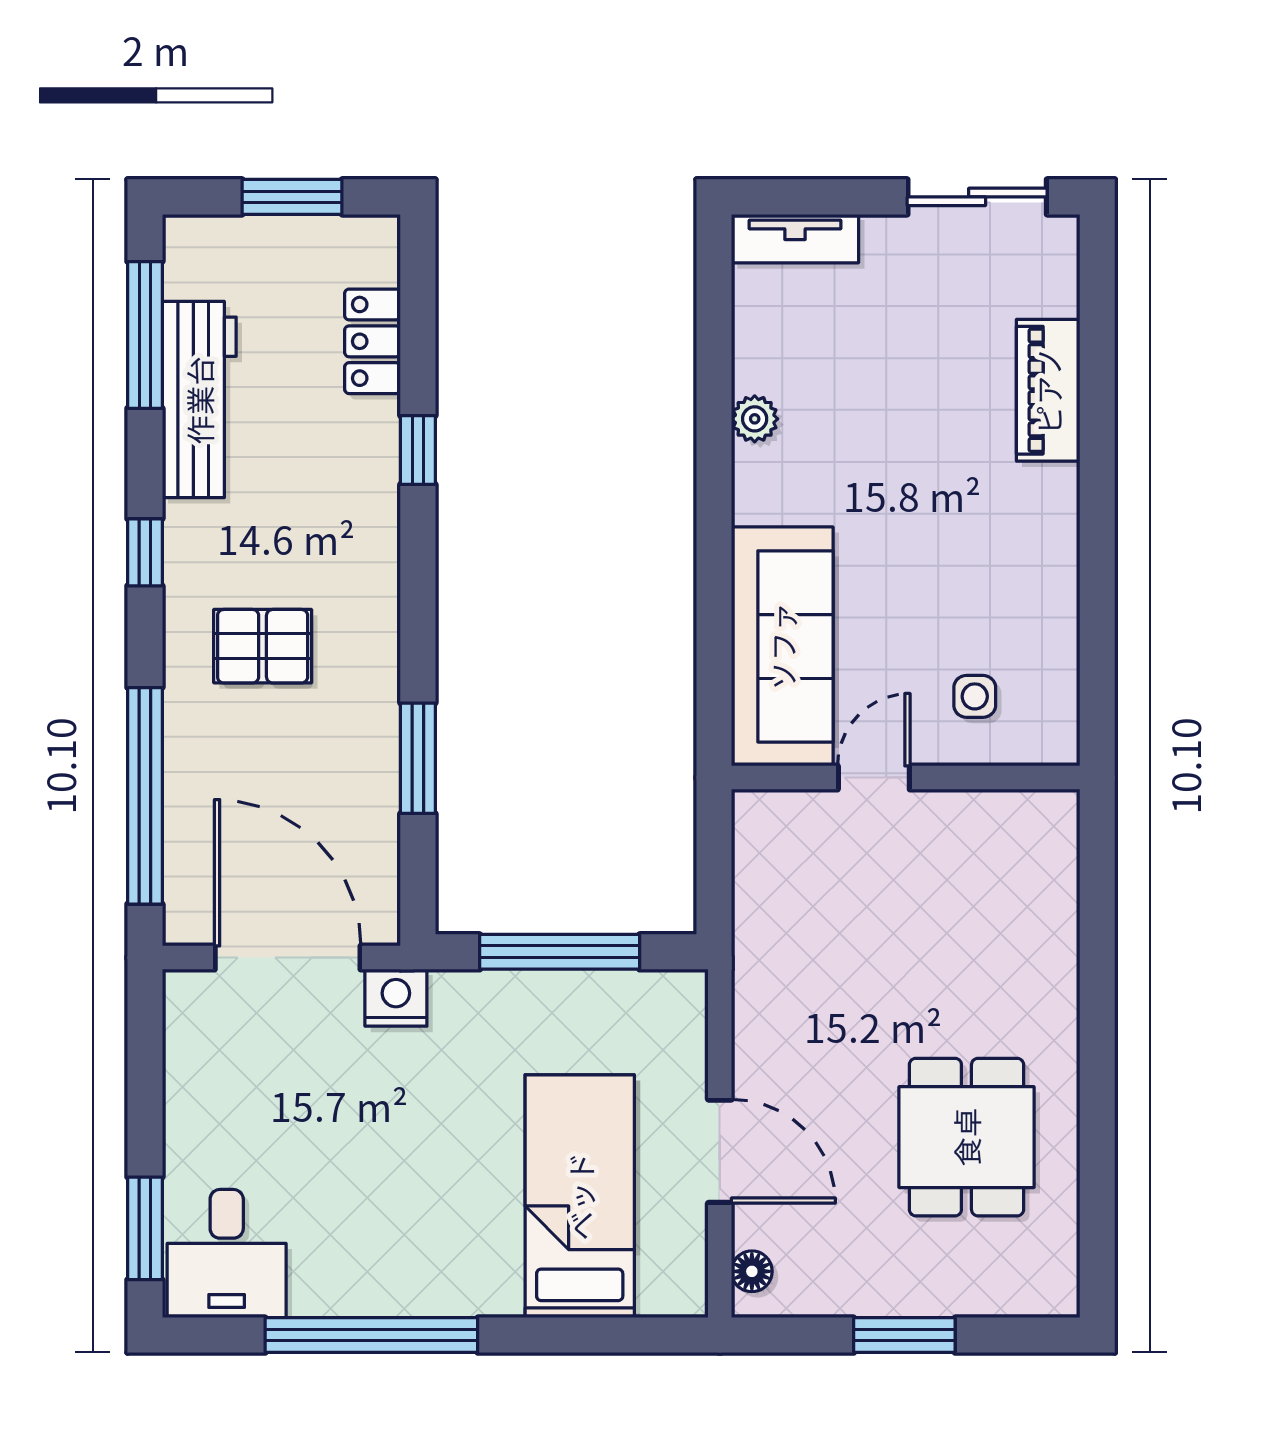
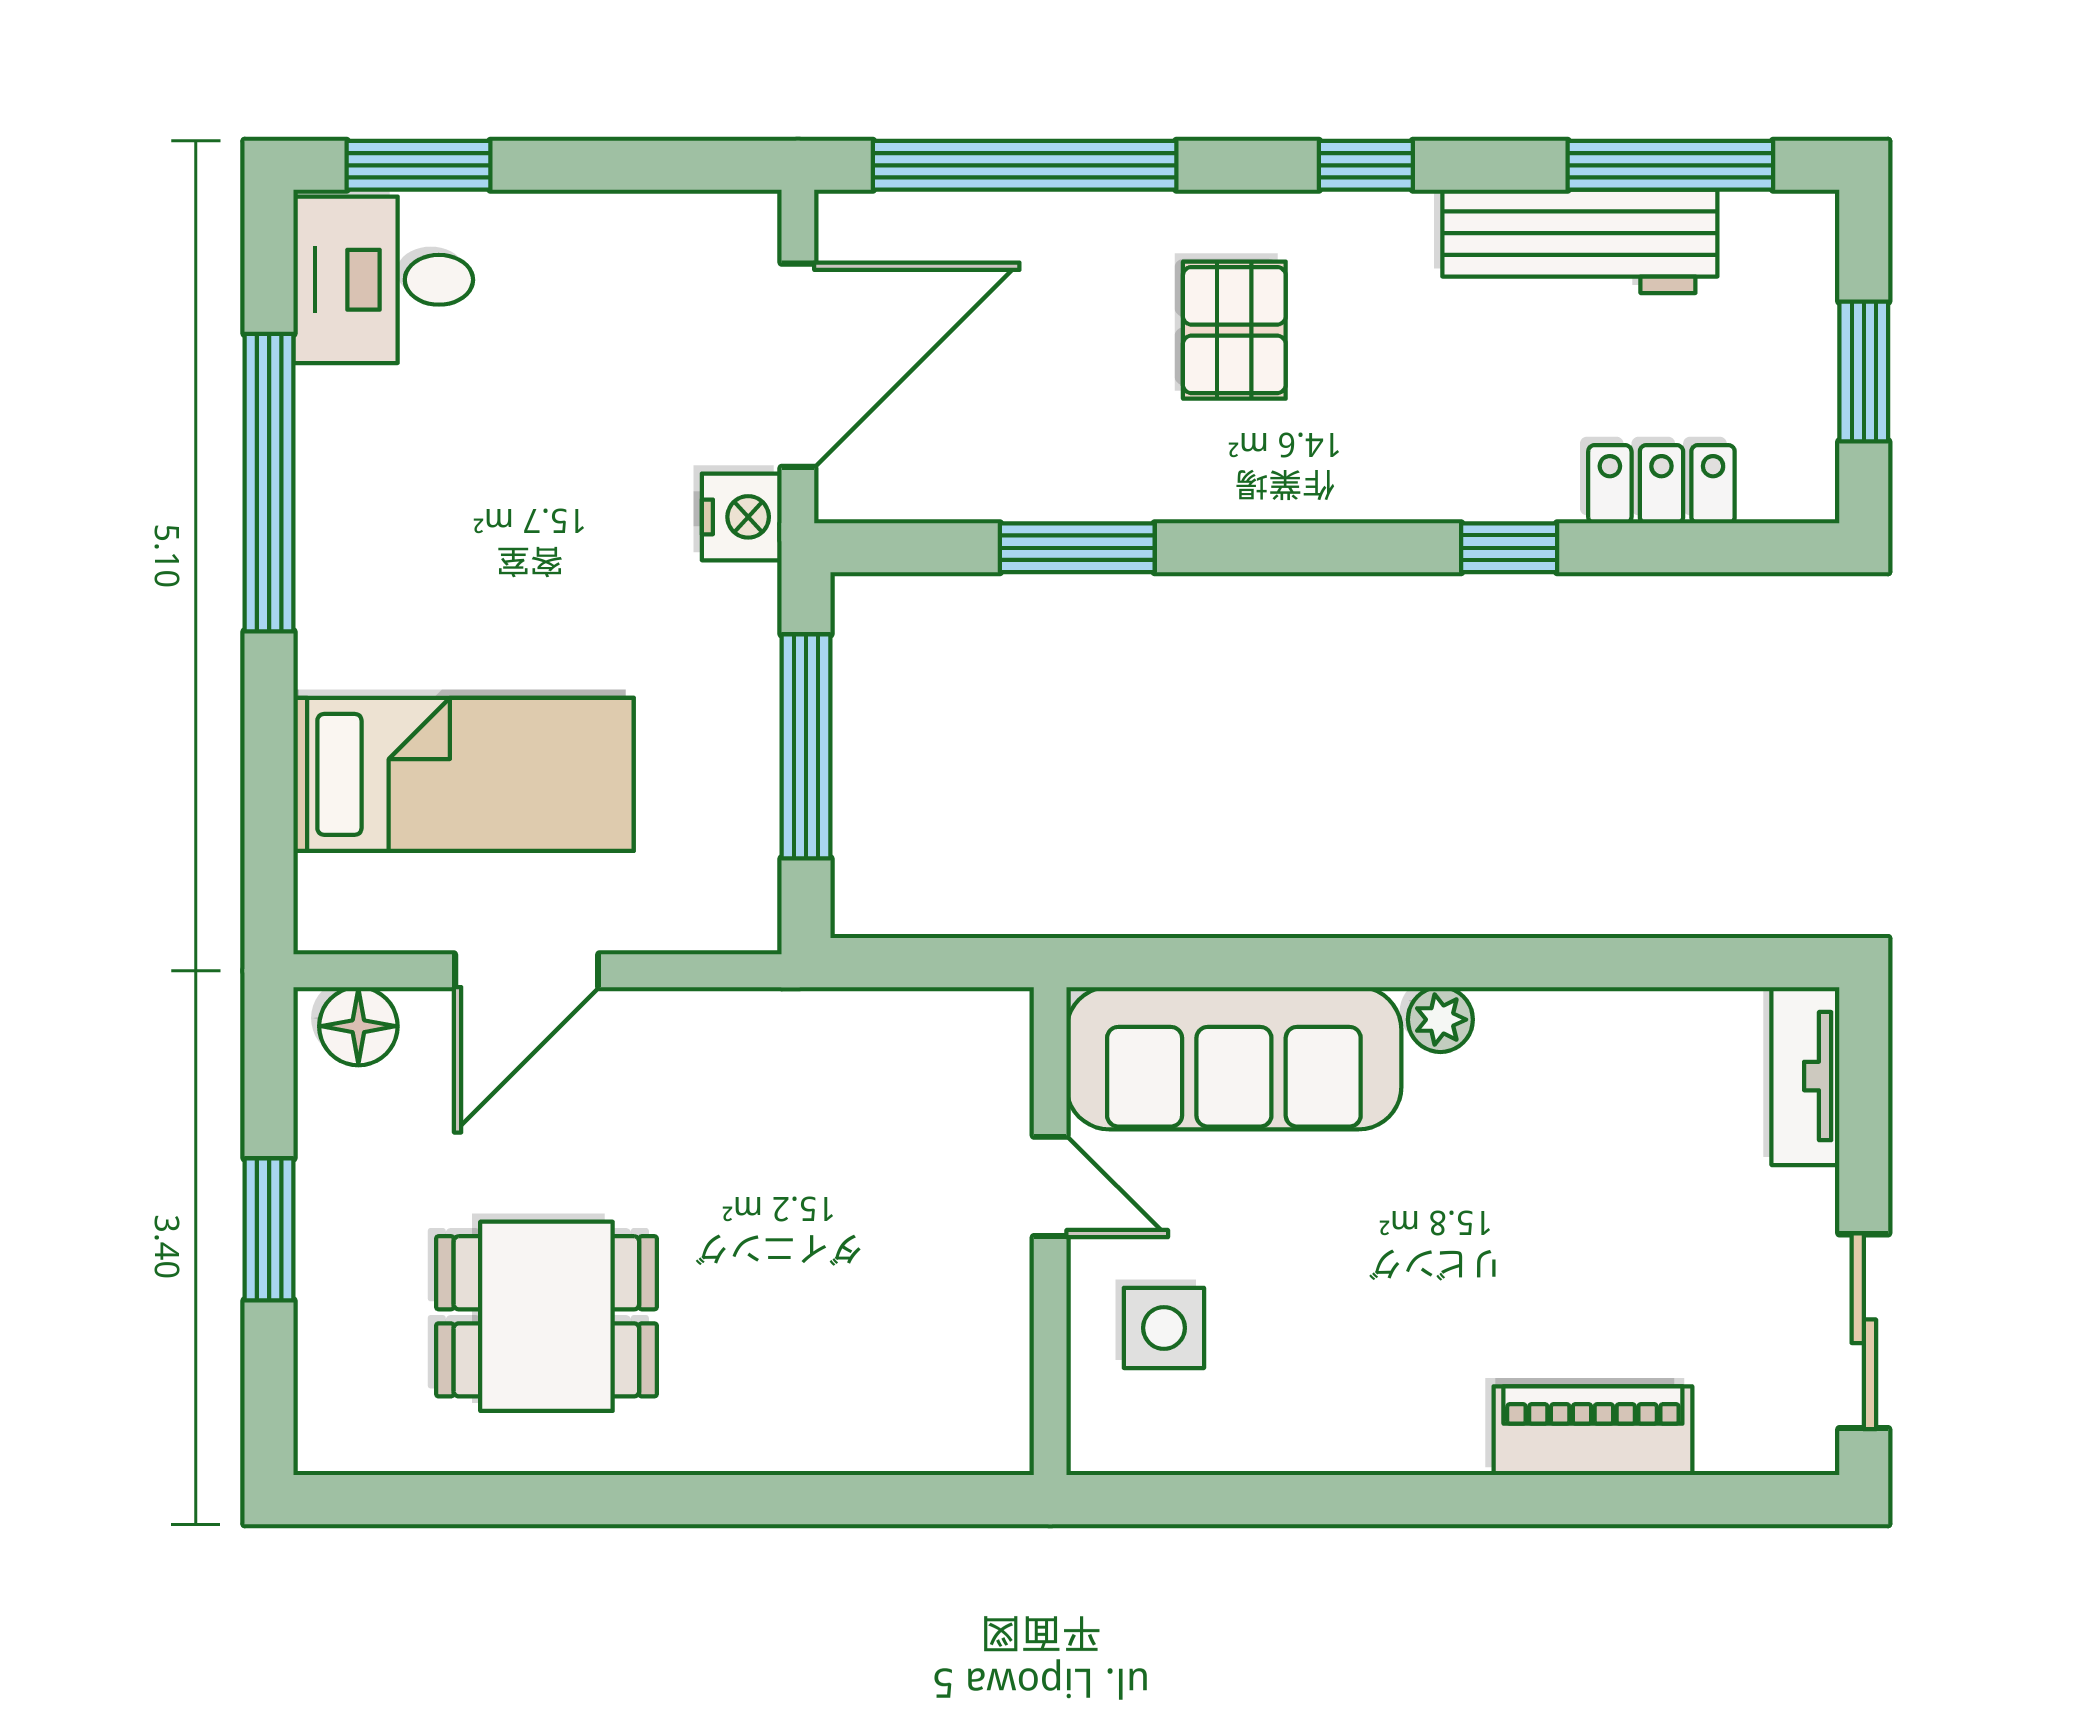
plant: (755, 419) -> (1440, 1020), moved
side table: (975, 696) -> (1164, 1328), width x1.37, depth x1.37
floor lamp: (752, 1271) -> (358, 1026), width x1.37, depth x1.37

